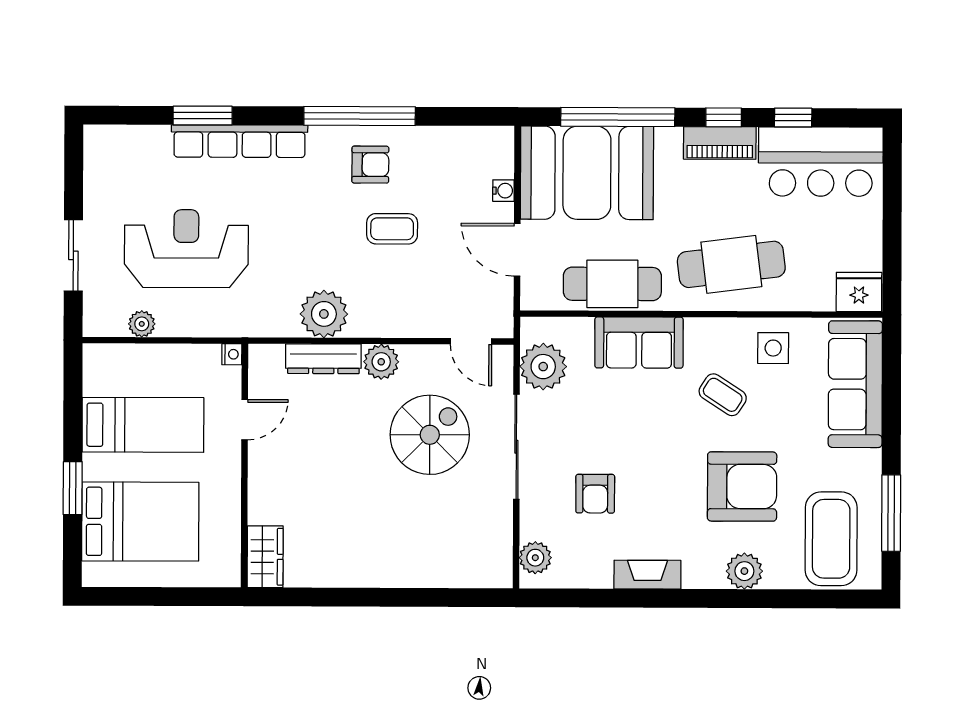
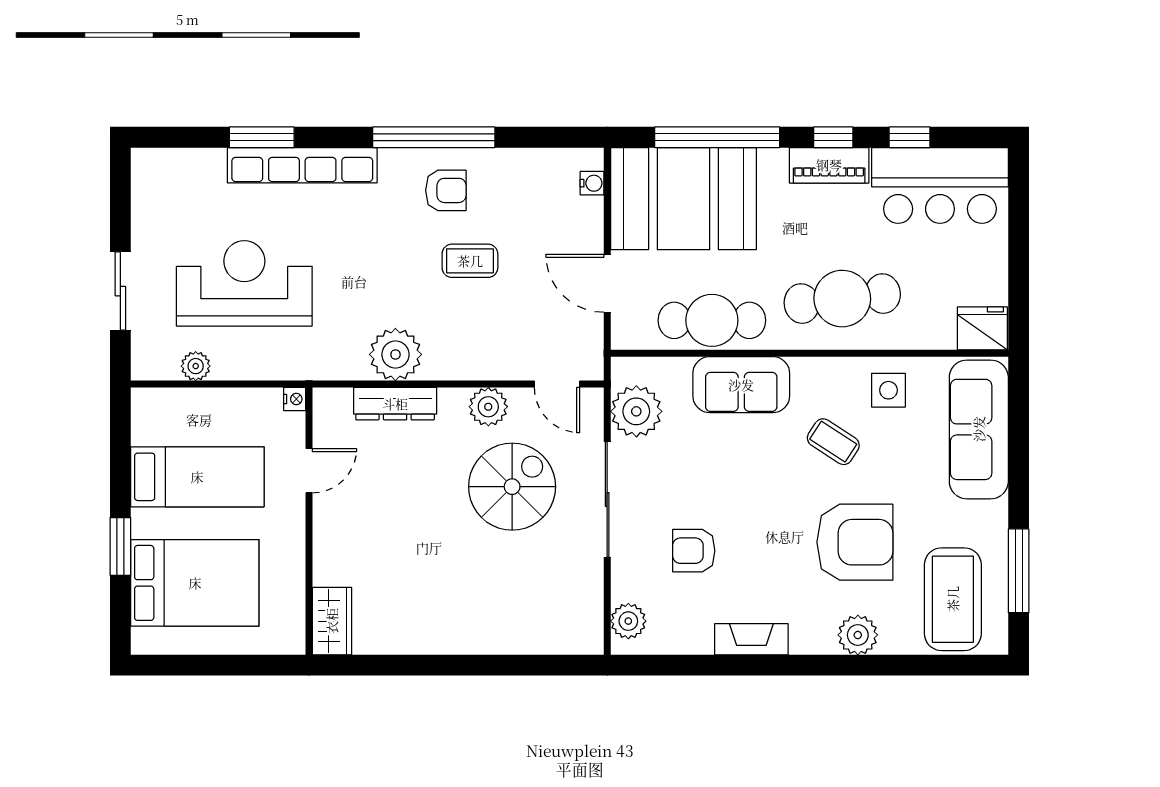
water cooler: (503, 191) -> (592, 183), moved
plant: (381, 362) -> (488, 407), moved
armchair: (595, 494) -> (694, 551), turned 90

